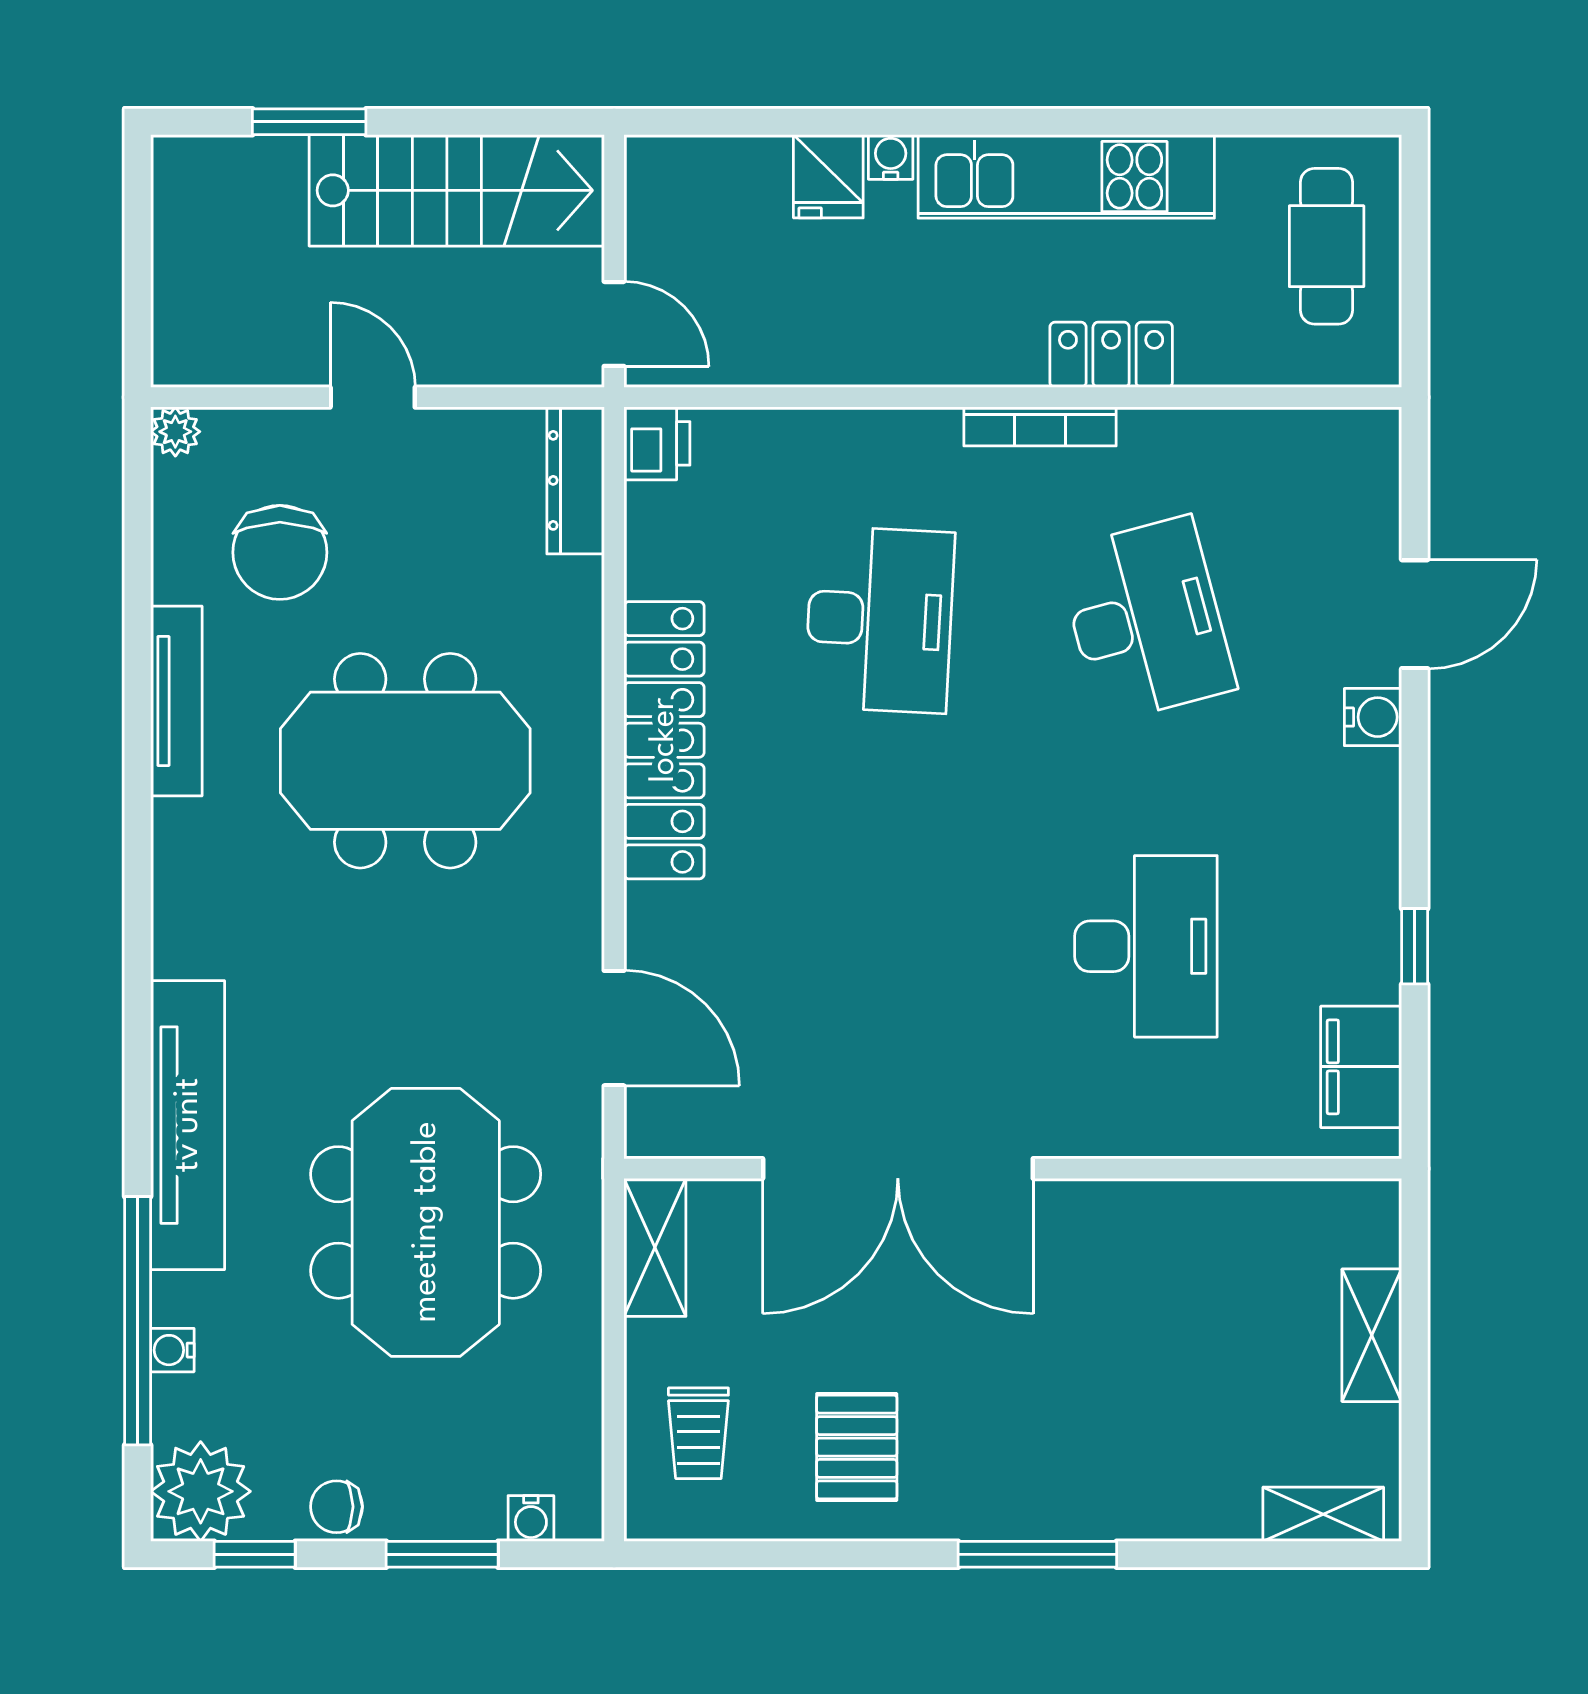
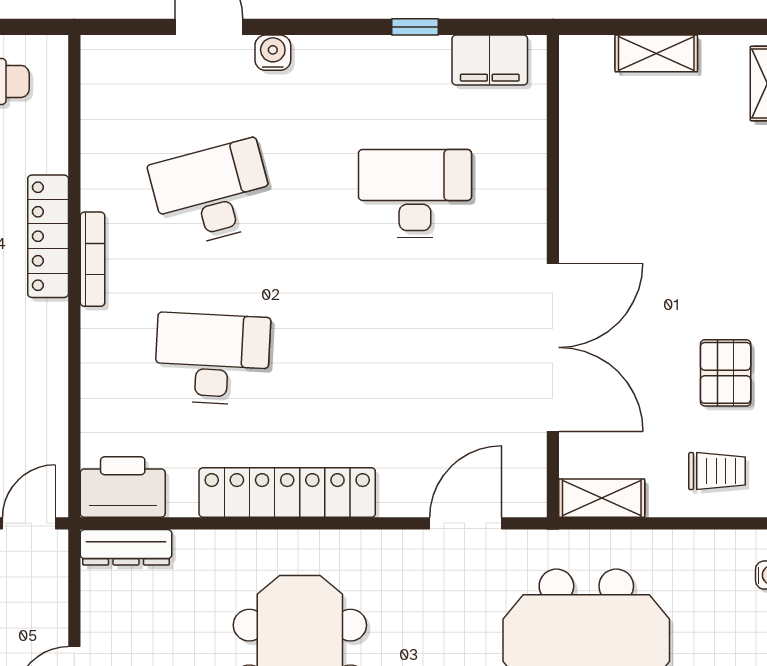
locker: (1111, 355) -> (48, 236), width x1.53
printer: (657, 443) -> (123, 487), width x1.87, depth x1.48
pallet: (857, 1447) -> (726, 373), turned 90

